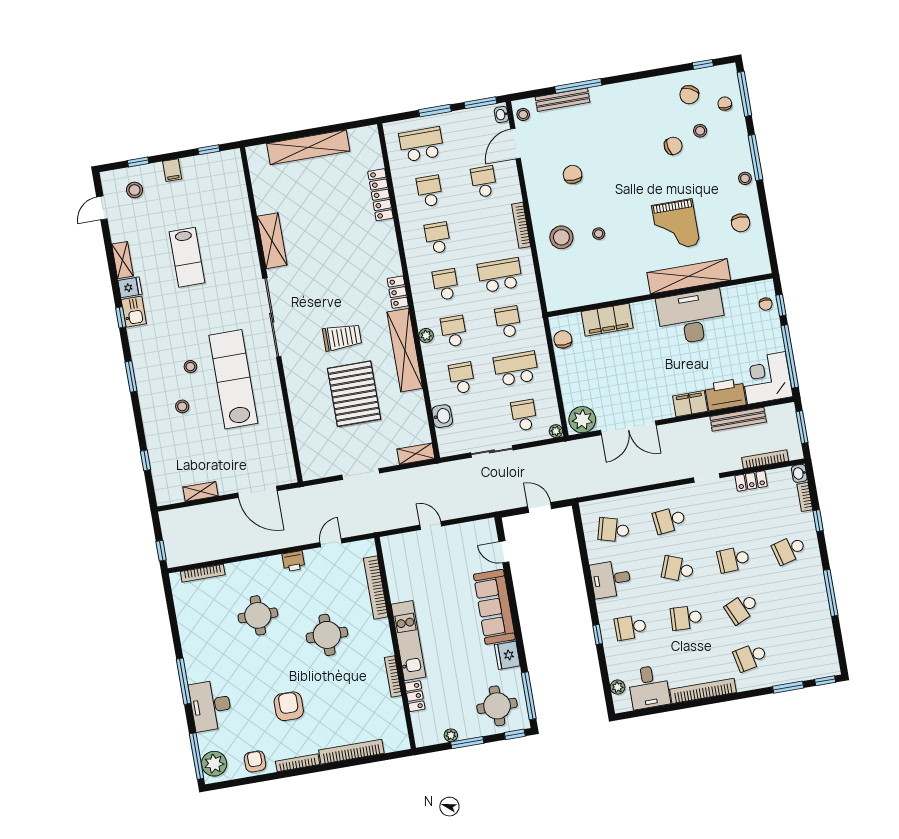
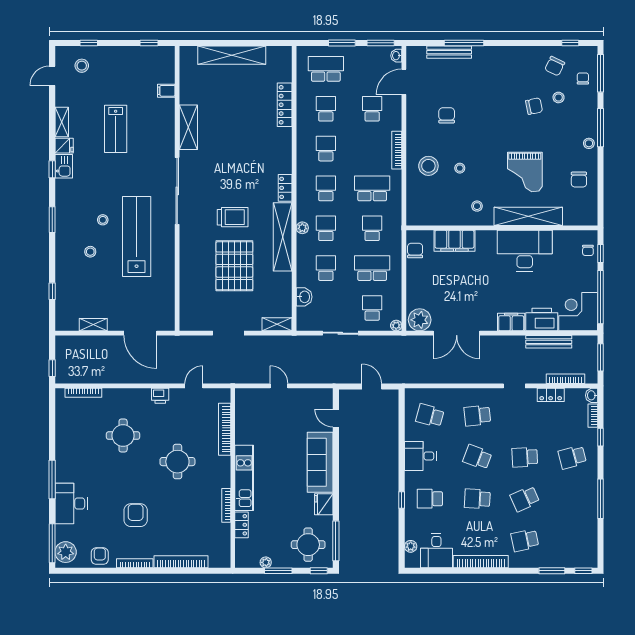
stool: (523, 114) -> (477, 206), moved
filing cabinet: (172, 170) -> (166, 91), moved, turned 90

